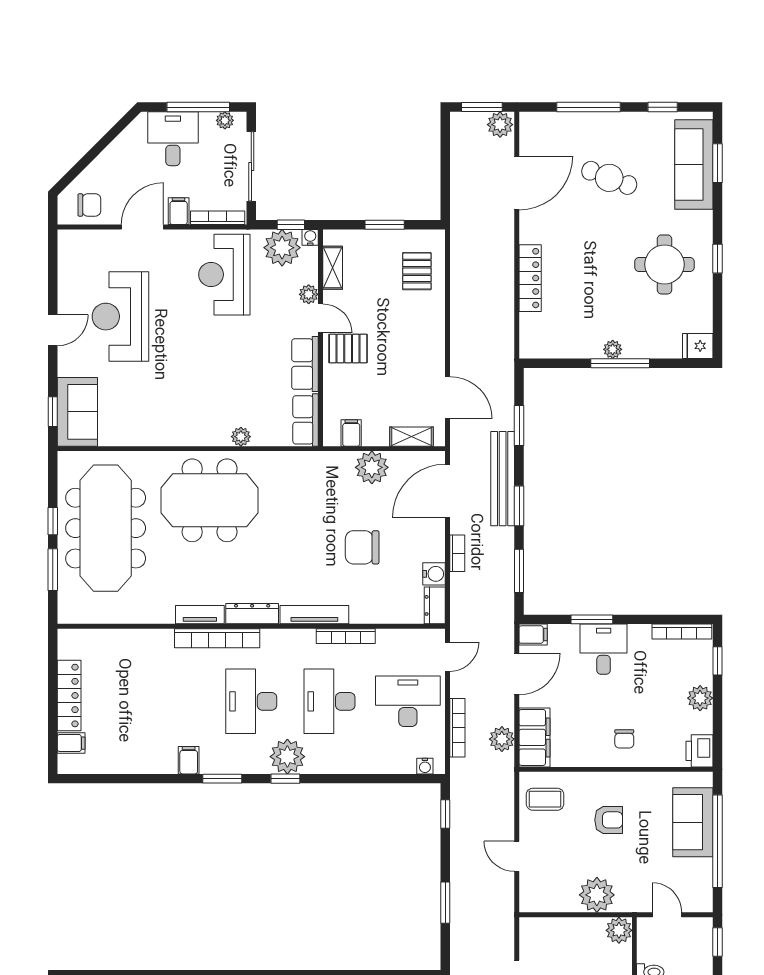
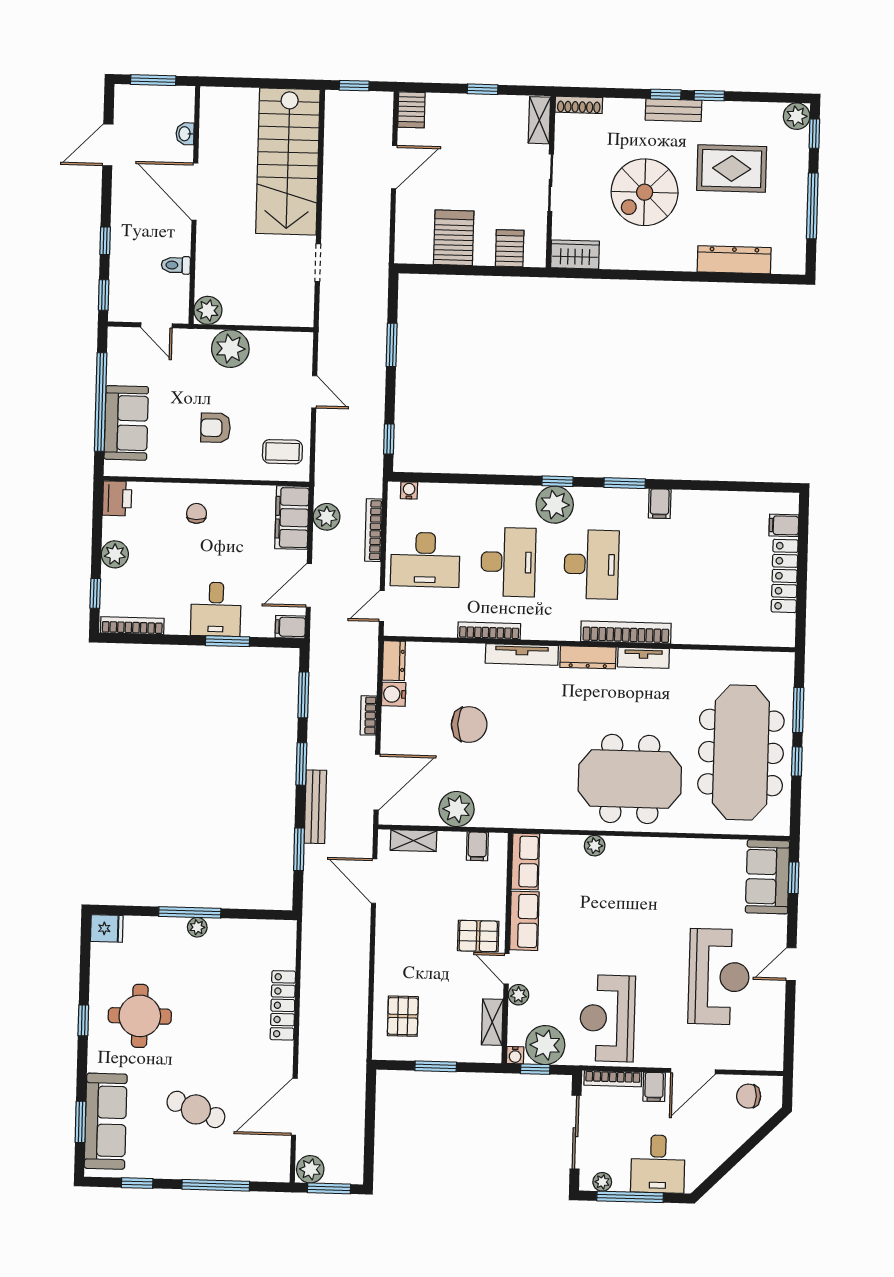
reception desk: (224, 275) -> (607, 1018), turned 180
bench: (503, 479) -> (315, 807), width x0.73, depth x0.82

